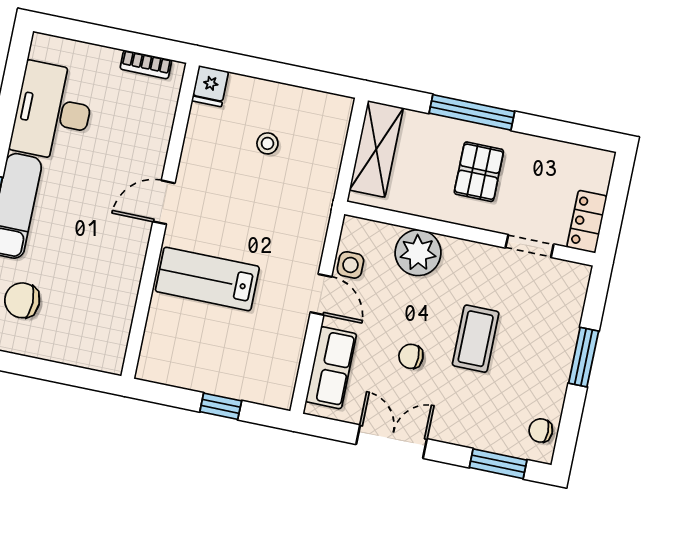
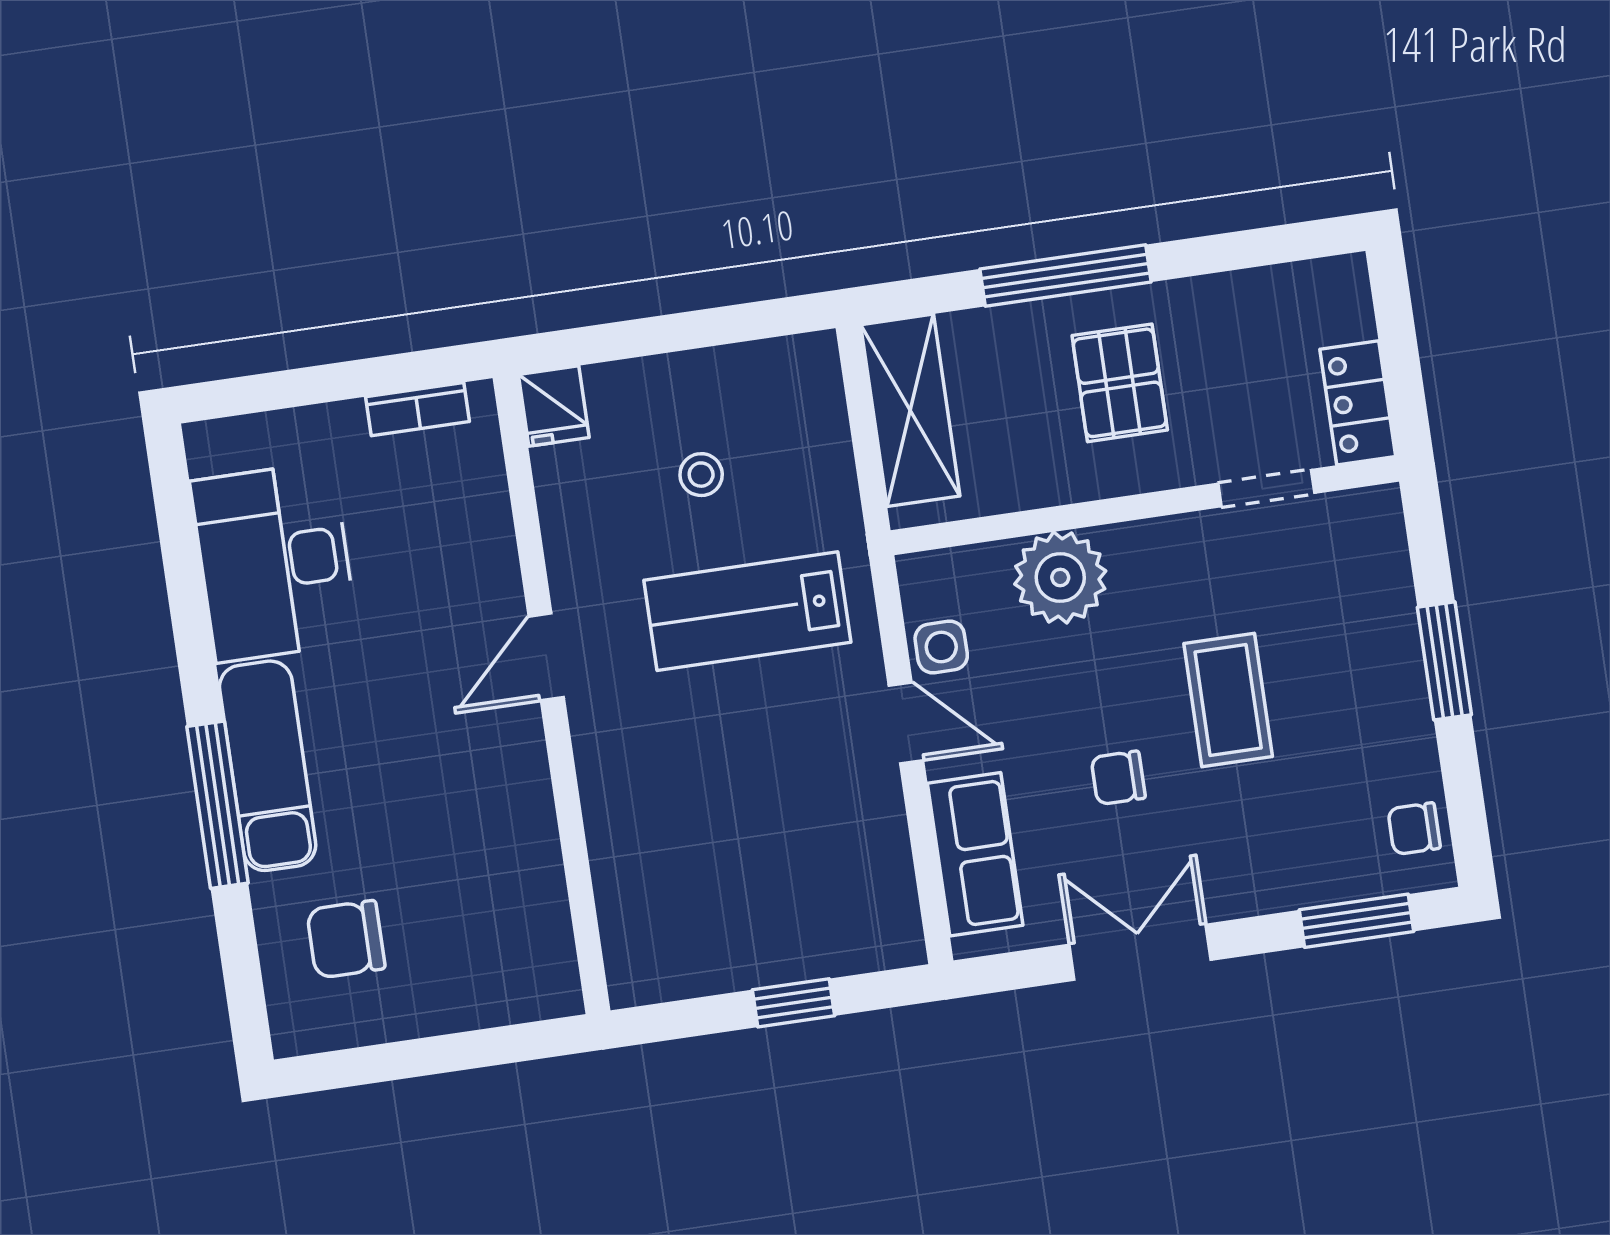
lab bench: (207, 279) -> (747, 611), moved

